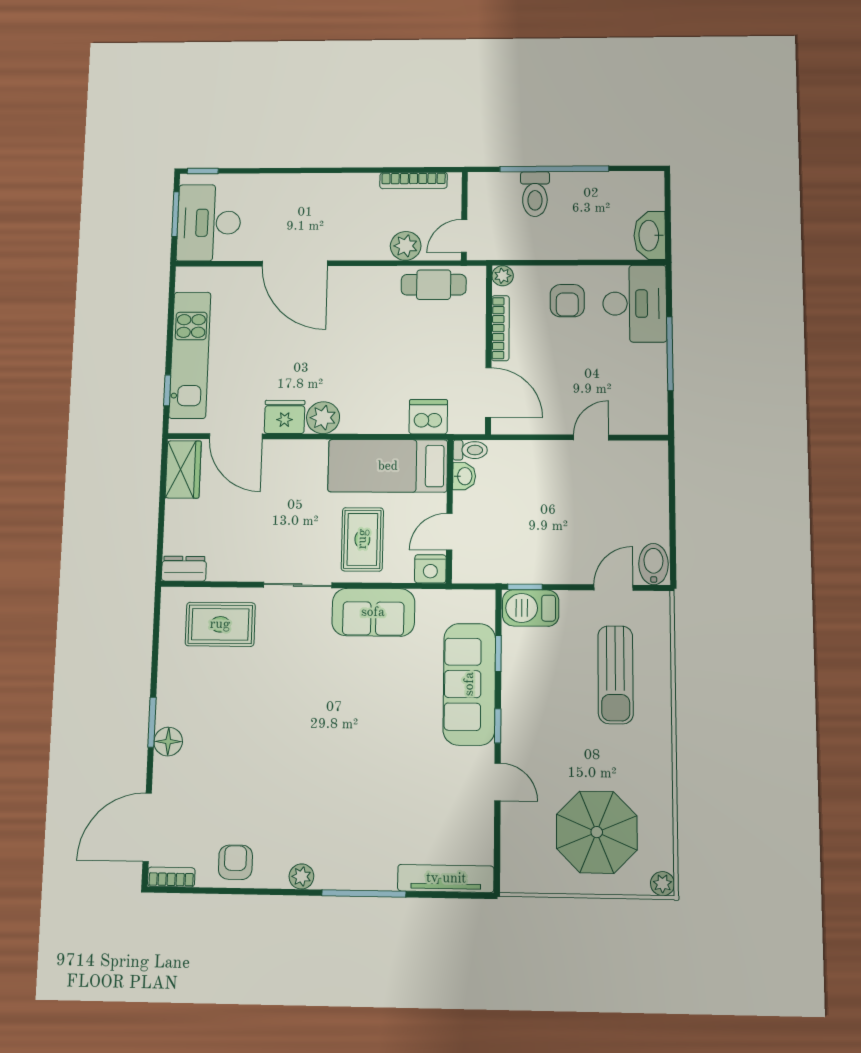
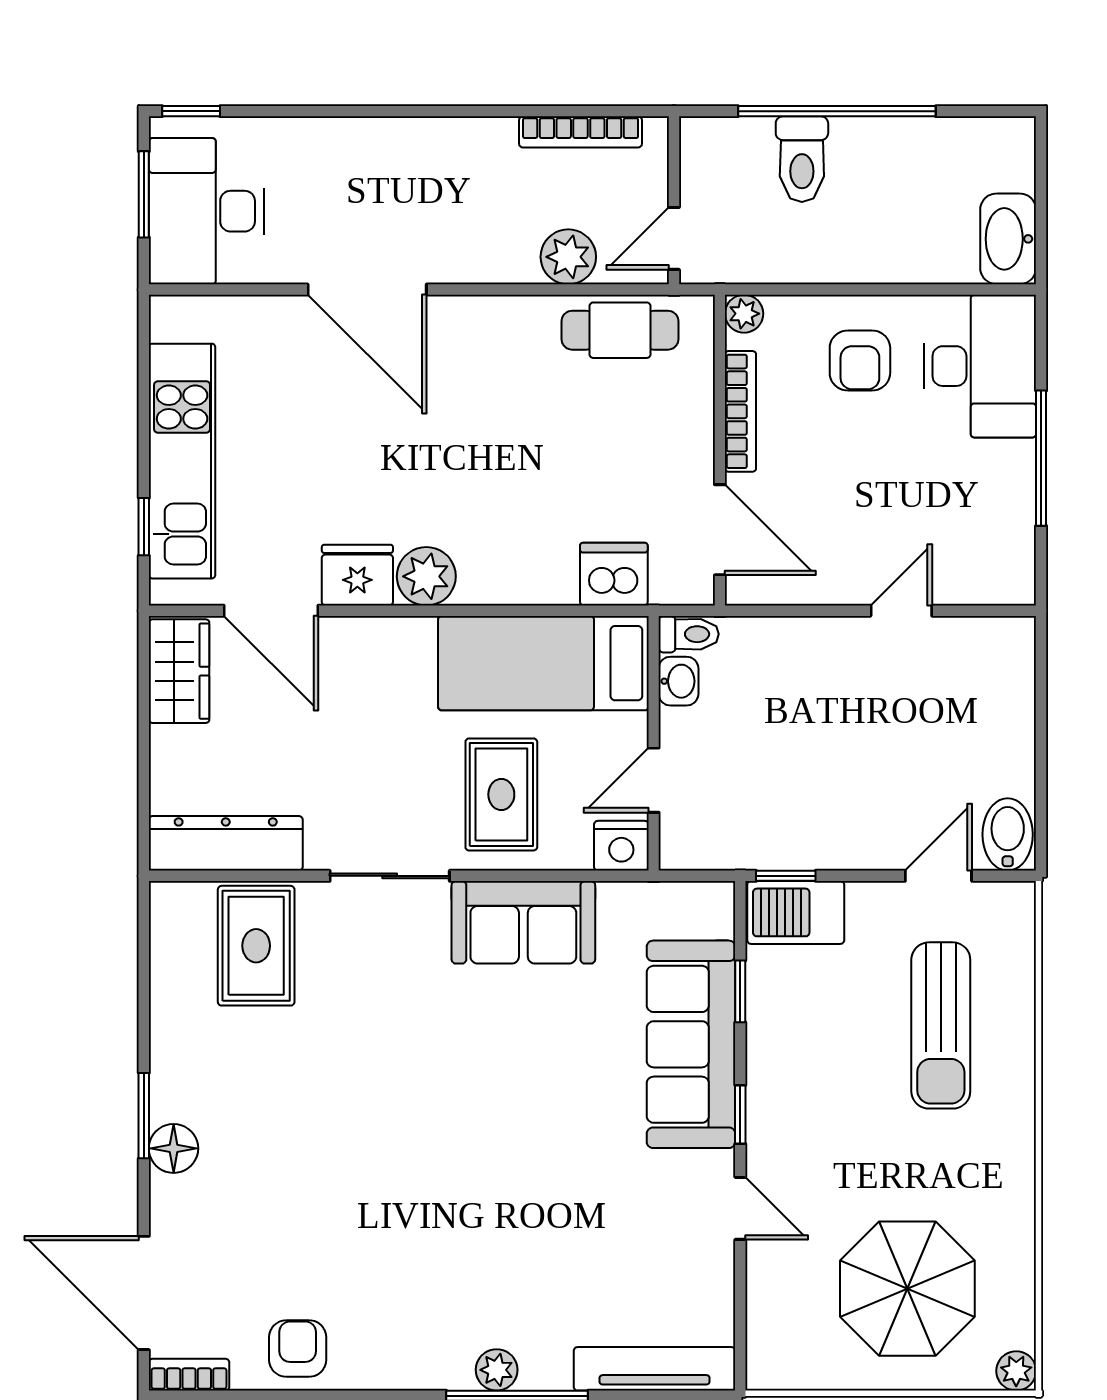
dresser: (184, 569) -> (226, 843), width x1.96, depth x1.24
rug: (220, 624) -> (256, 946), turned 90
door: (147, 827) -> (144, 1293), hinge flipped
plant: (301, 876) -> (497, 1370), moved

